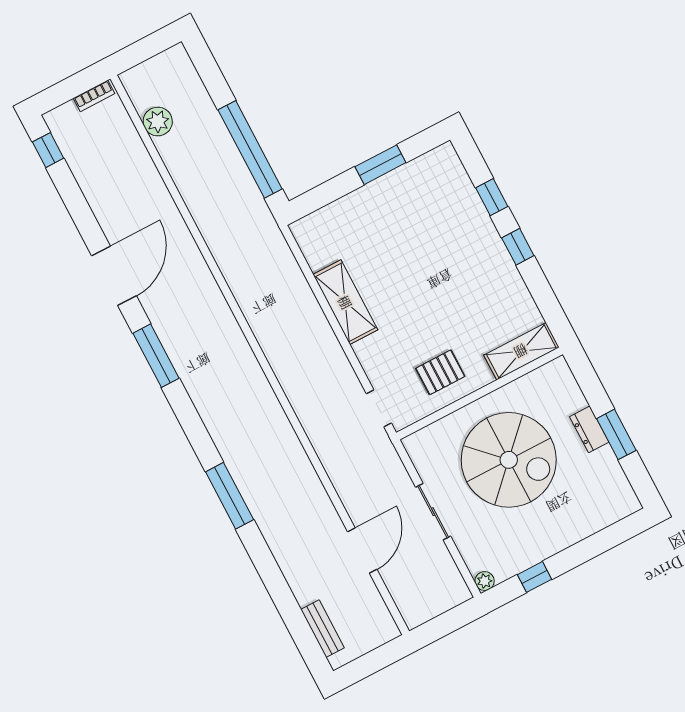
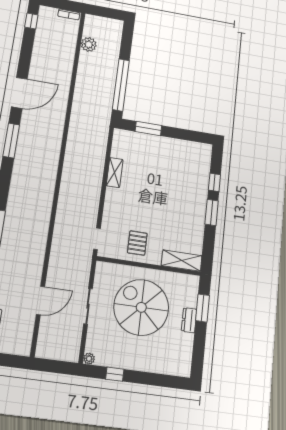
window: (380, 165) -> (148, 128), moved
window: (518, 247) -> (212, 212), width x1.50
shelving: (345, 302) -> (115, 173), width x0.67, depth x0.75
pallet: (440, 372) -> (137, 243), turned 90
window: (616, 434) -> (203, 308), moved
spiral stairs: (509, 460) -> (141, 307), turned 180

